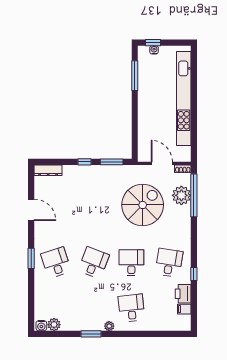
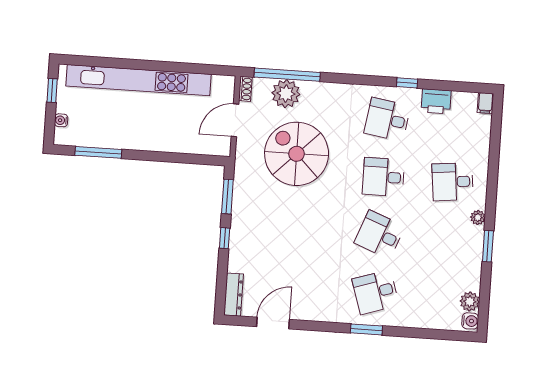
window: (153, 43) -> (52, 90), moved
door: (31, 210) -> (273, 323), moved
filing cabinet: (184, 309) -> (485, 103), moved

